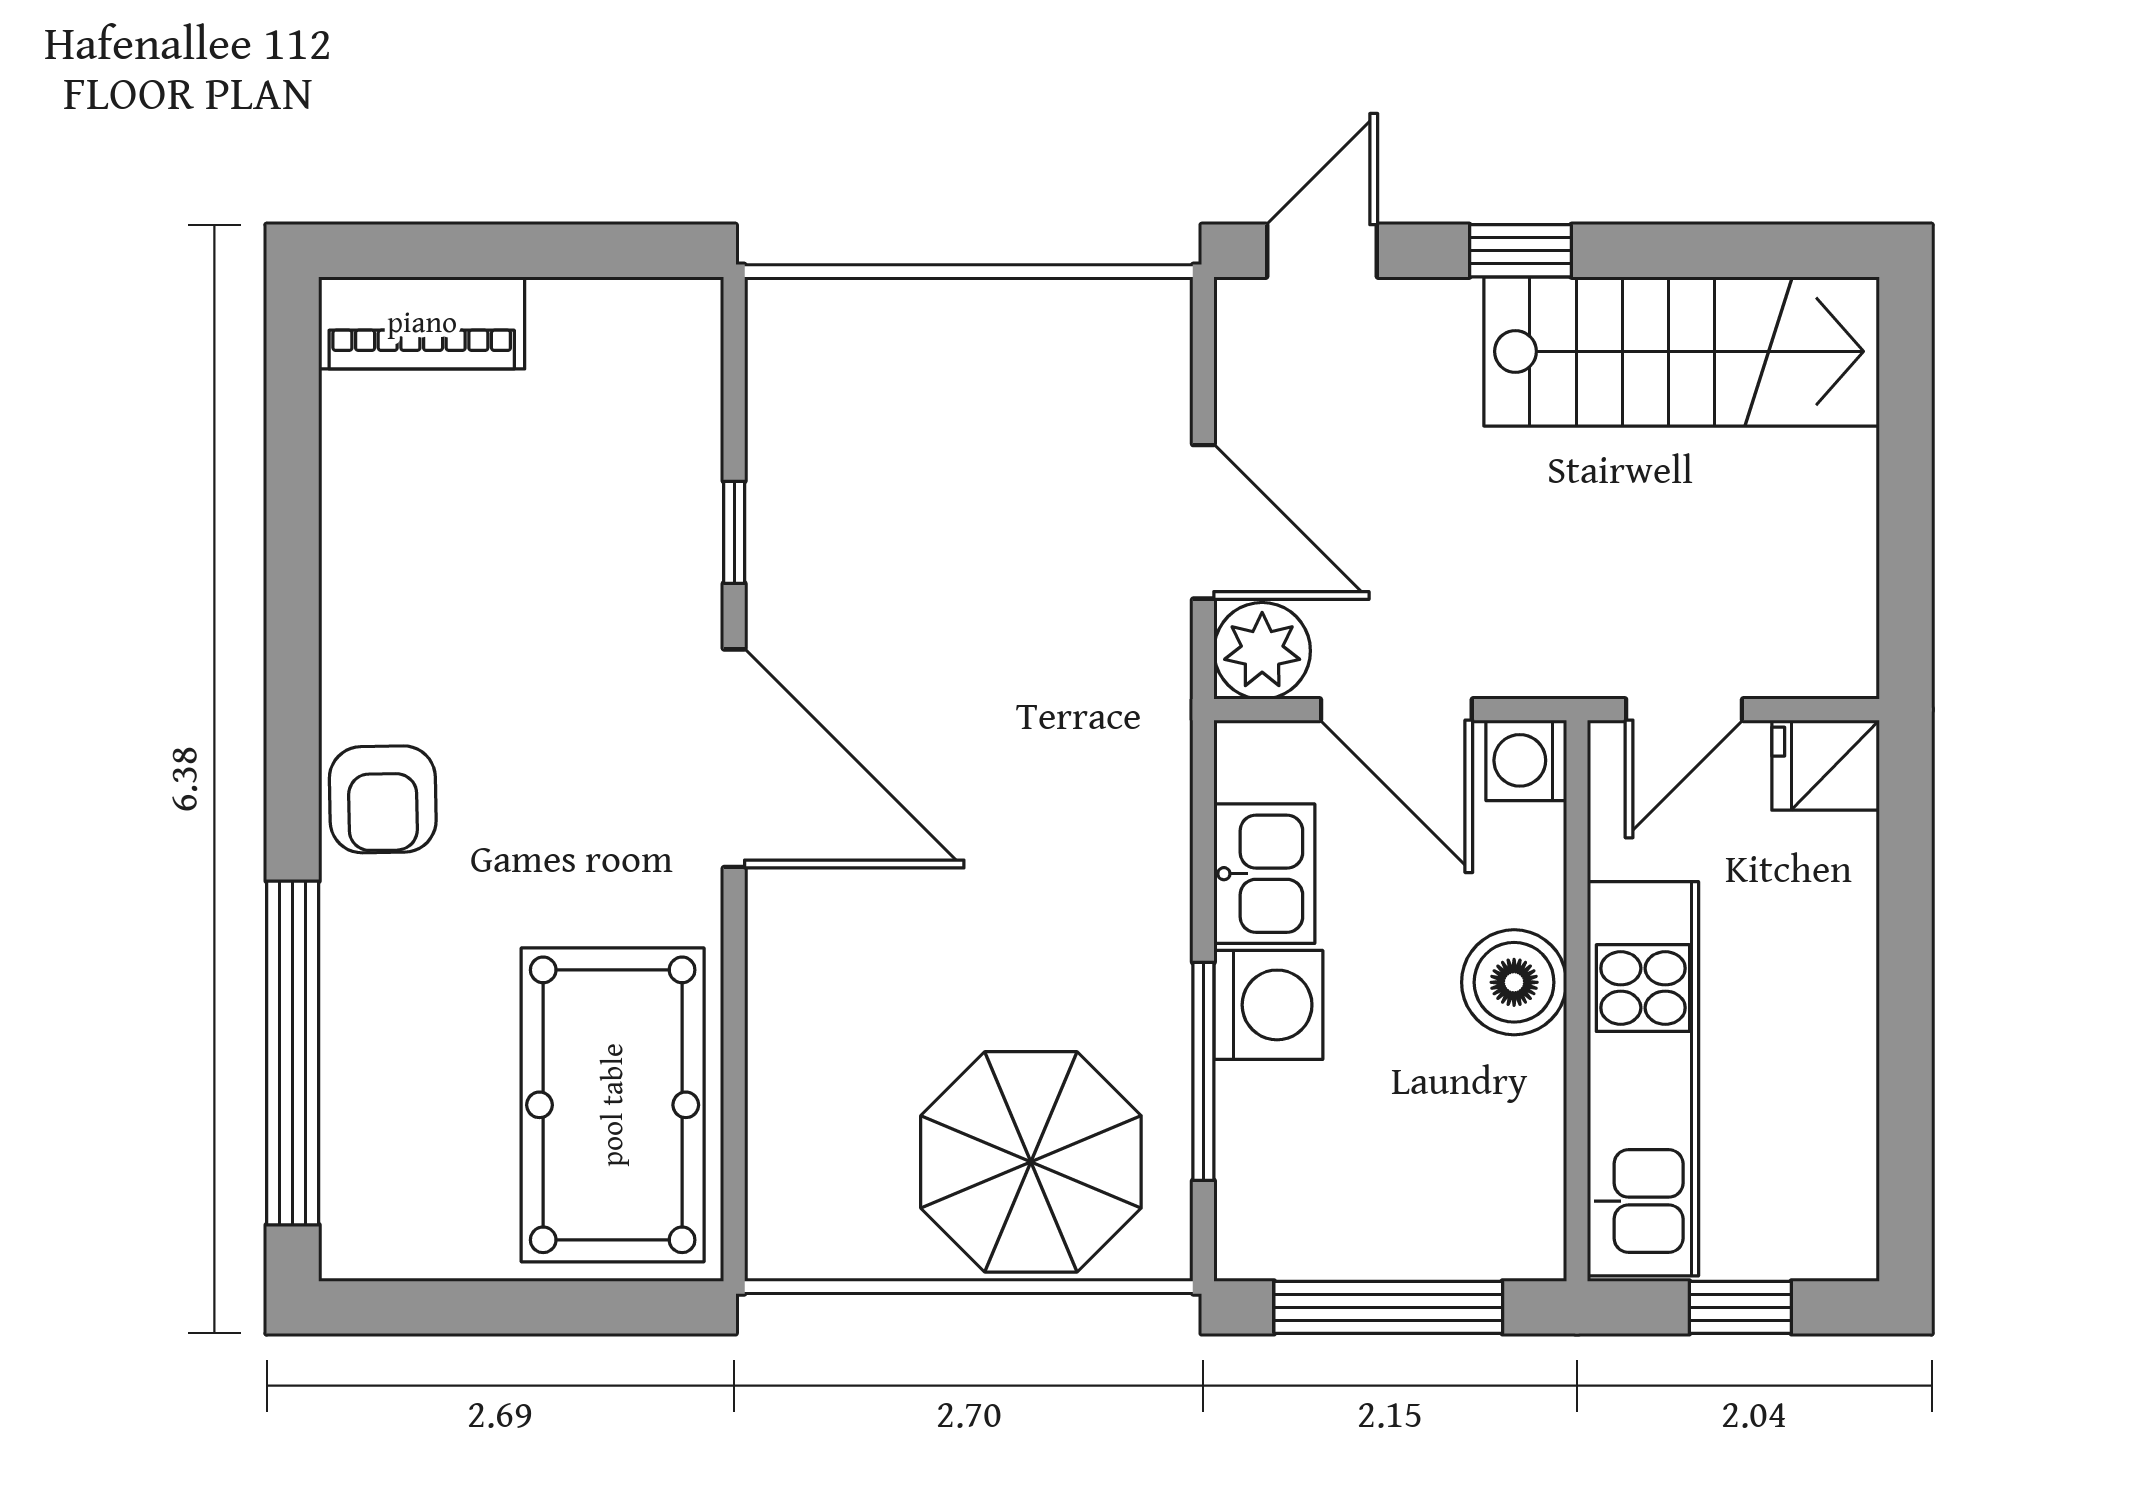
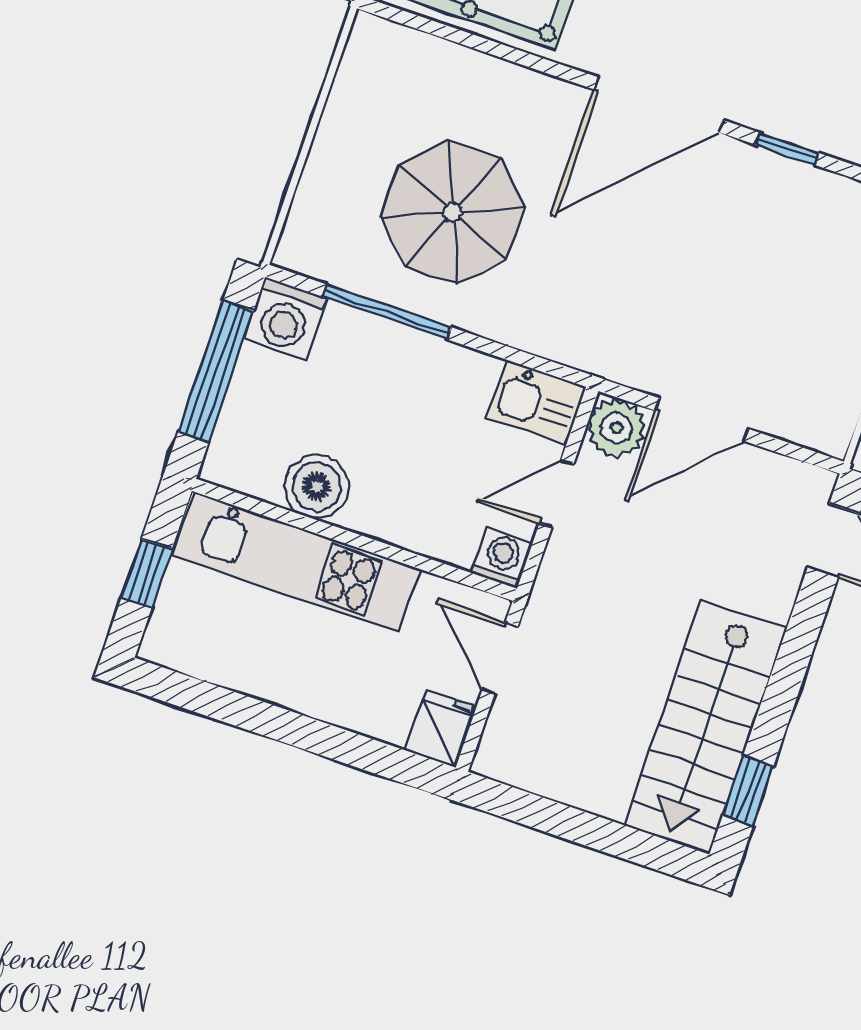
window: (1520, 251) -> (748, 791), moved
door: (1396, 710) -> (556, 493), width x0.73
kitchen sink: (1264, 874) -> (536, 402), moved
boiler: (1514, 982) -> (317, 486), moved
washing machine: (1268, 1005) -> (285, 319), moved
parasol: (1031, 1162) -> (453, 212), moved

